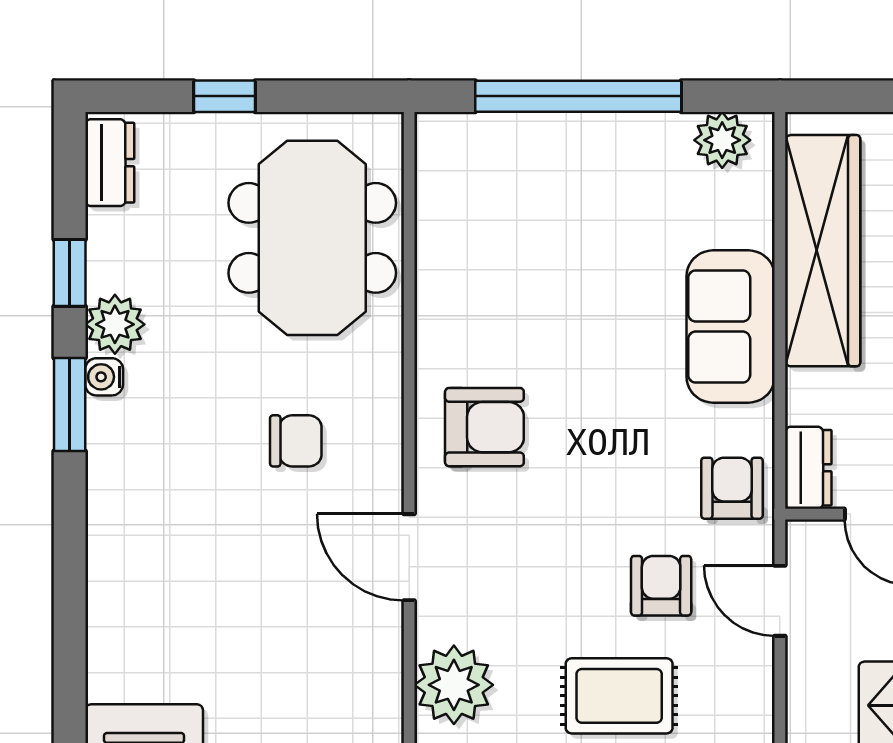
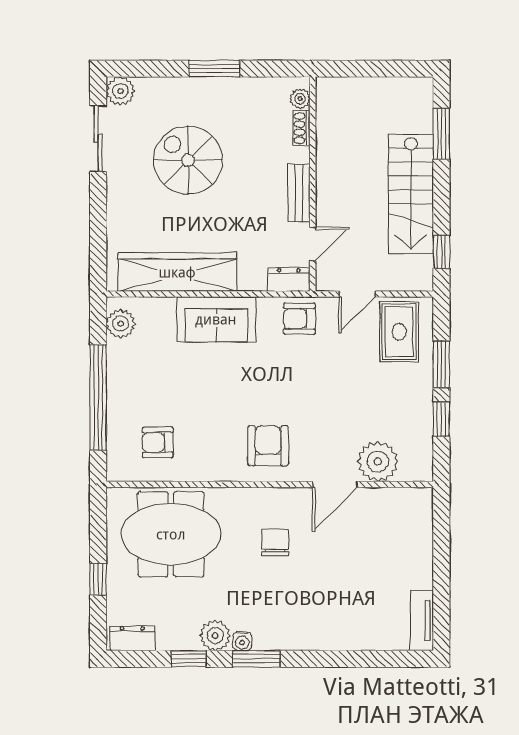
armchair: (661, 586) -> (158, 442), moved
plant: (454, 685) -> (378, 462), moved
rug: (619, 696) -> (399, 332), moved

